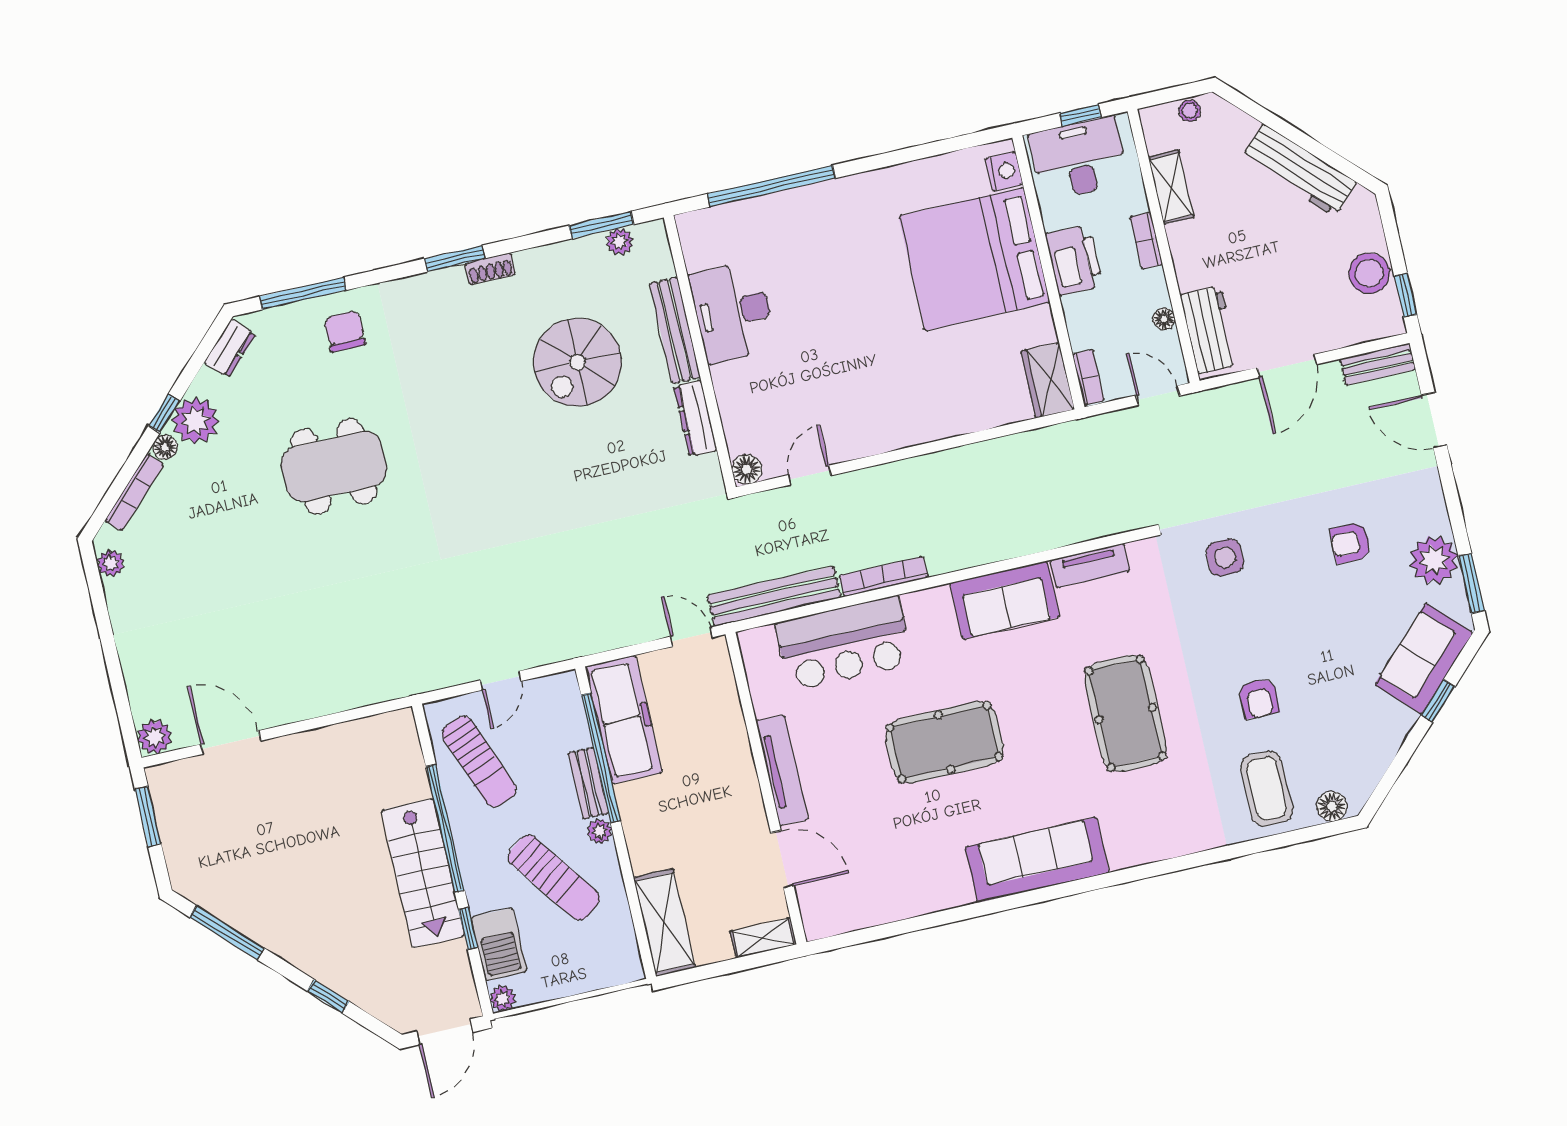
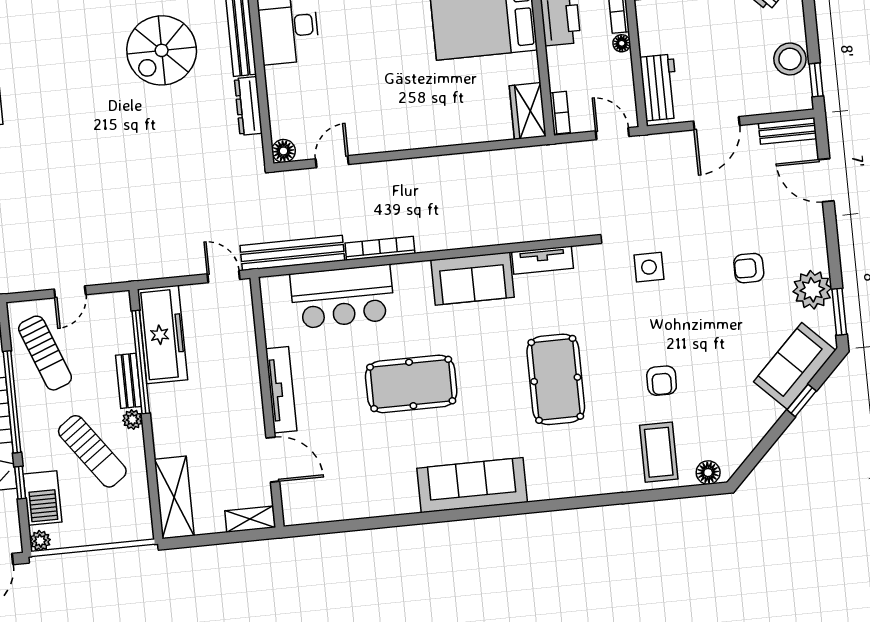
floor lamp: (1164, 319) -> (622, 43), moved

